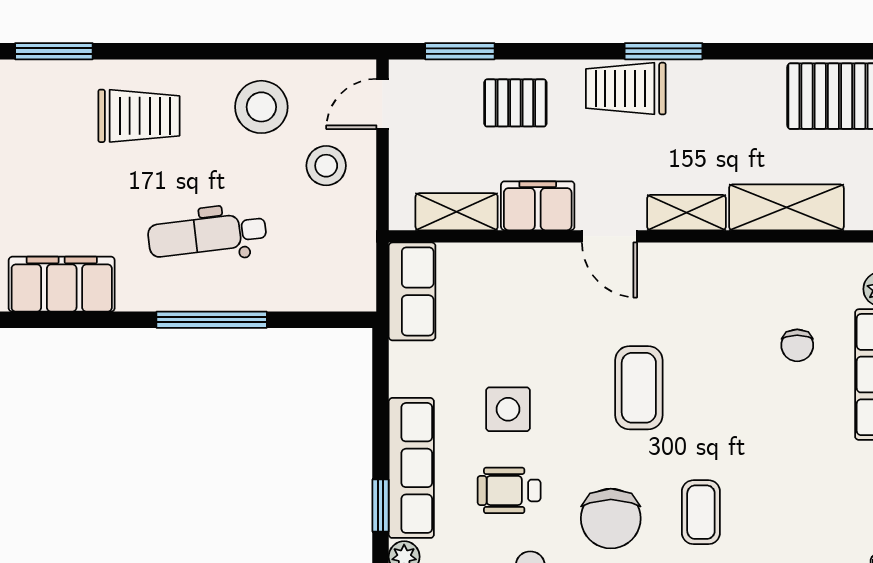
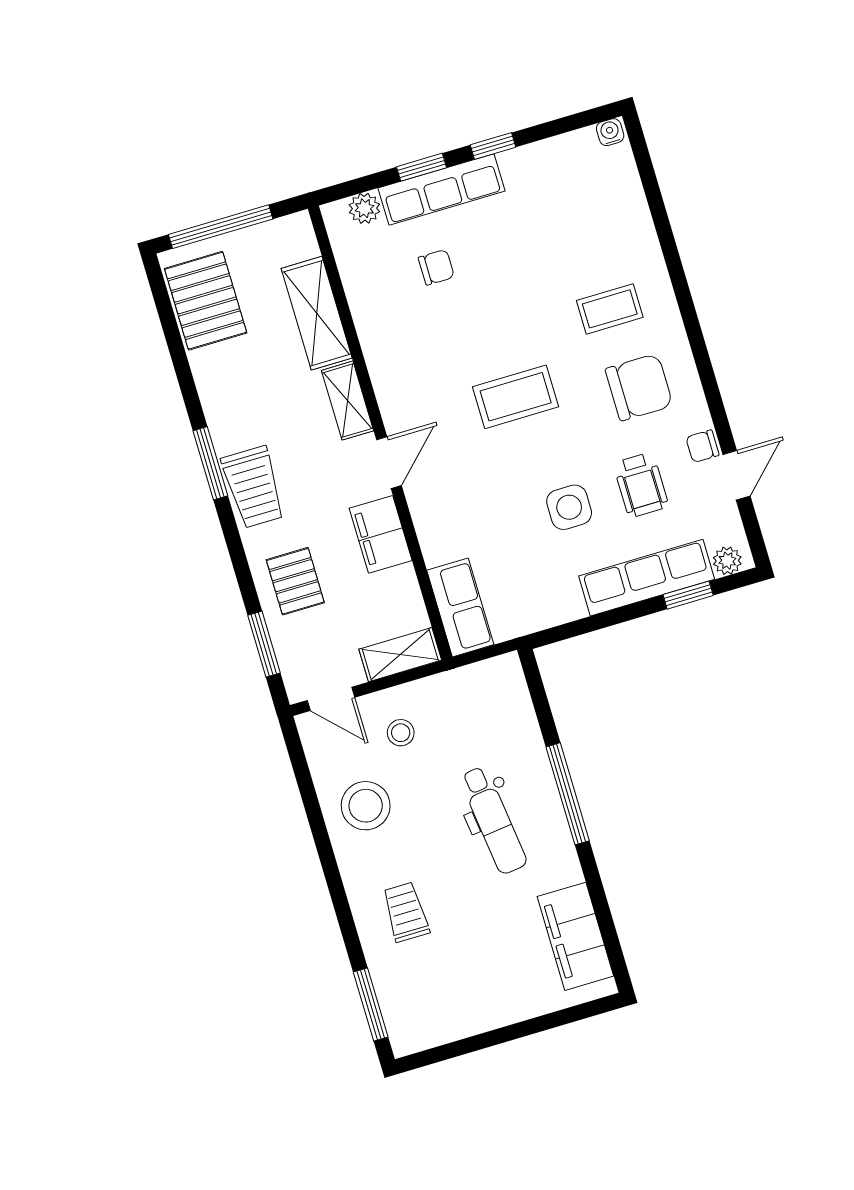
trolley: (139, 116) -> (406, 912), width x0.73, depth x0.72
stool: (326, 166) -> (401, 733), width x0.73, depth x0.73
shelving: (457, 212) -> (400, 655), moved, turned 90
row of seats: (412, 291) -> (460, 607), moved, turned 90

